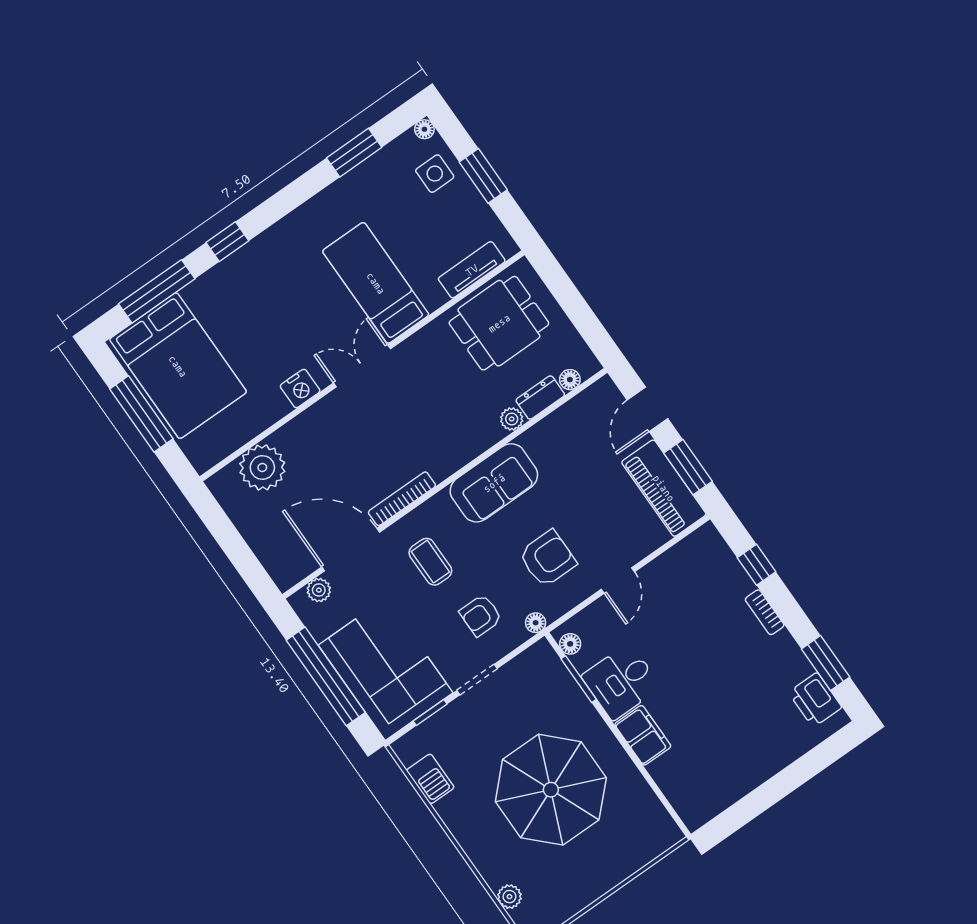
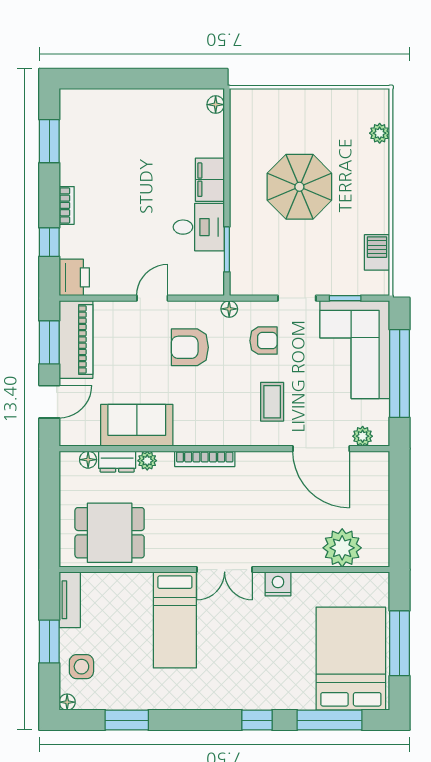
tv unit: (472, 270) -> (70, 600), moved, turned -90
sofa: (494, 483) -> (137, 425), moved
bookcase: (402, 499) -> (205, 459), moved
floor lamp: (570, 644) -> (216, 105), moved
printer: (815, 700) -> (74, 277), moved
parasol: (551, 790) -> (299, 187), width x0.73, depth x0.73

